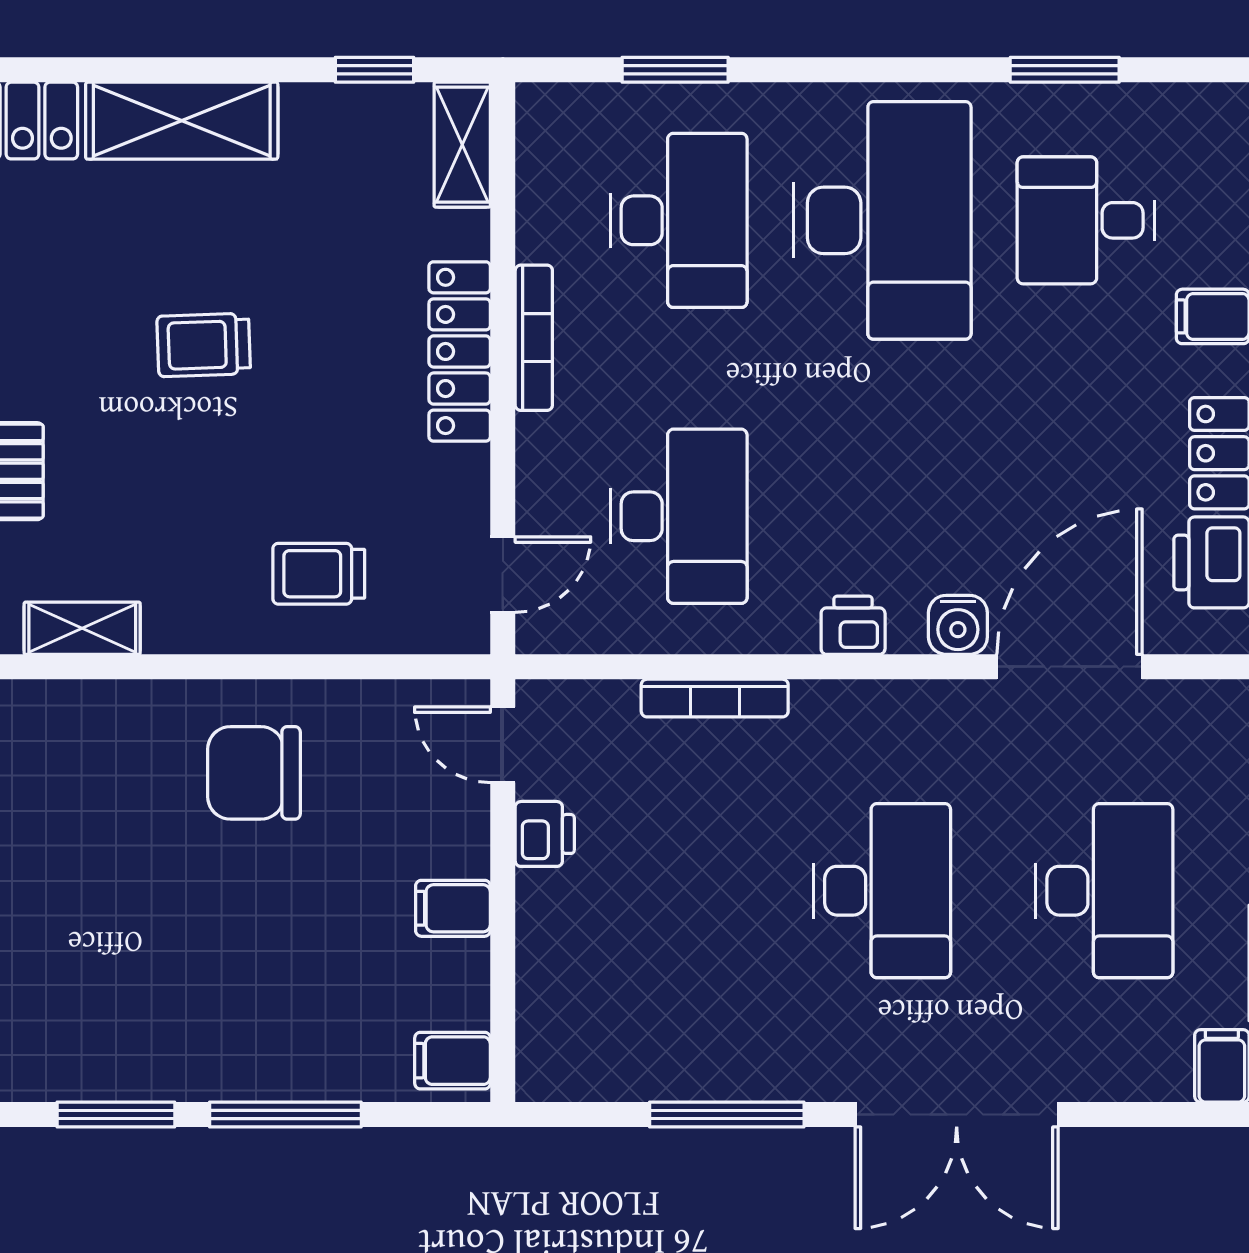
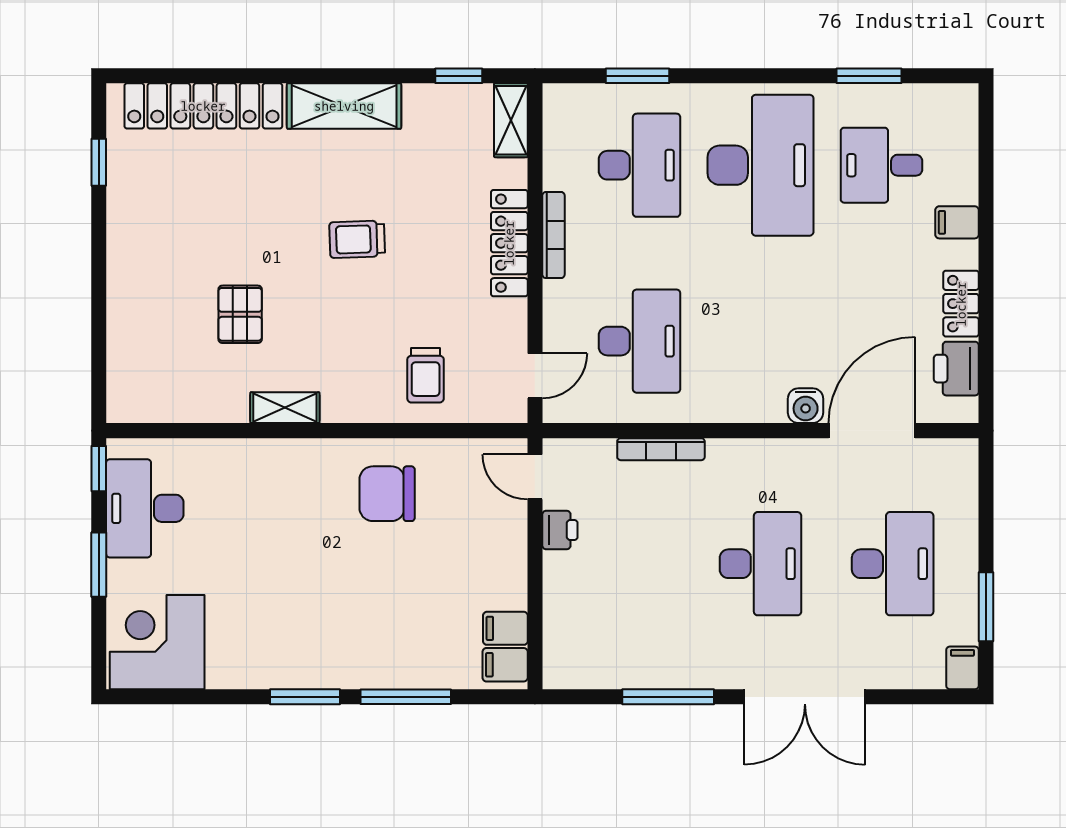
trolley: (319, 574) -> (426, 375), turned -90
printer: (853, 625) -> (743, 406), removed
filing cabinet: (453, 908) -> (505, 628), moved

